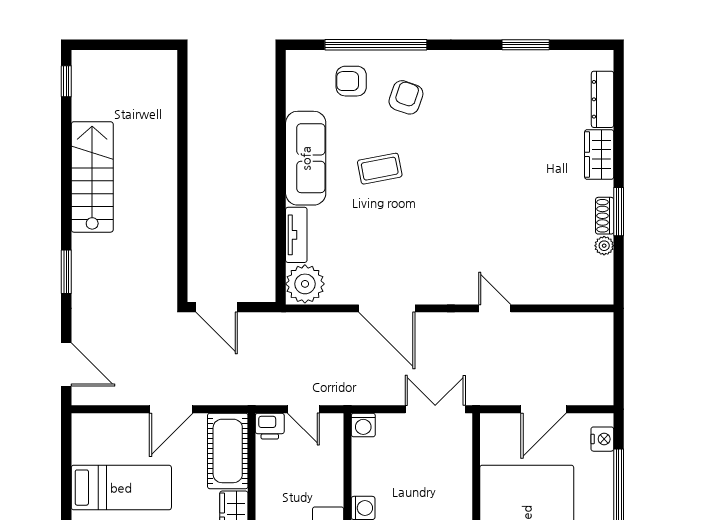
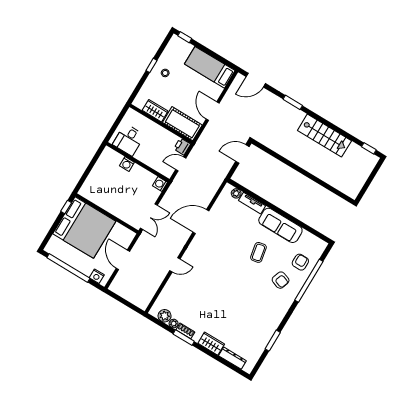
plant: (600, 271) -> (165, 316), added
plant: (305, 284) -> (236, 193), width x0.53, depth x0.53
bed: (121, 488) -> (210, 67), moved, turned 90

